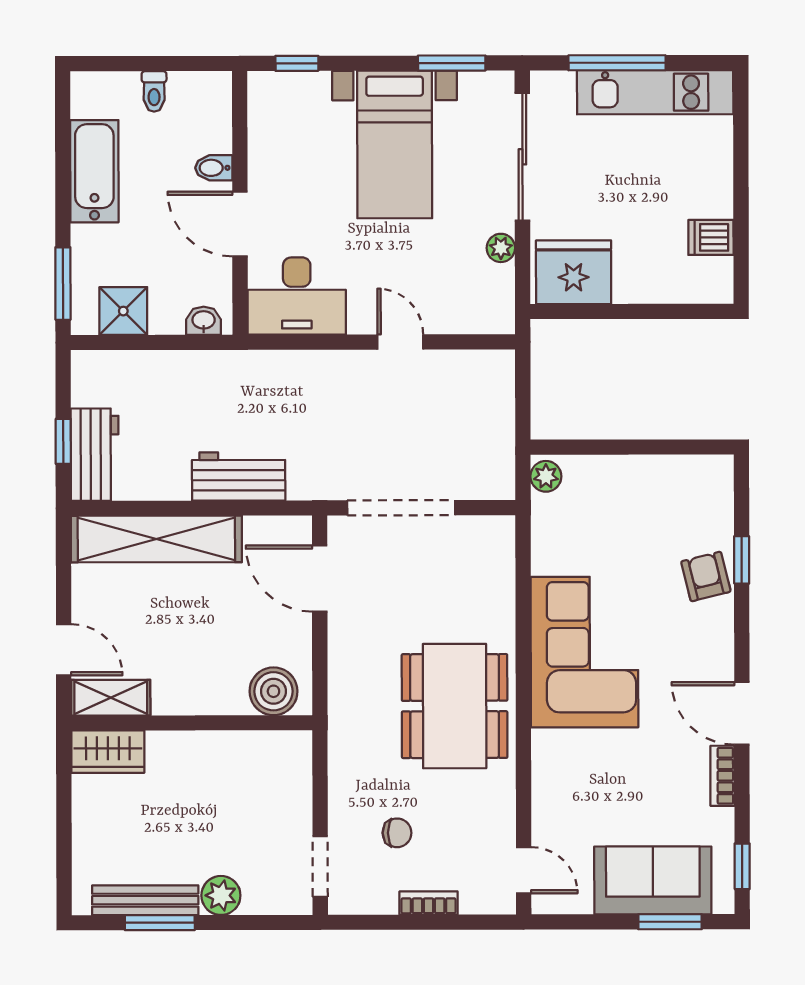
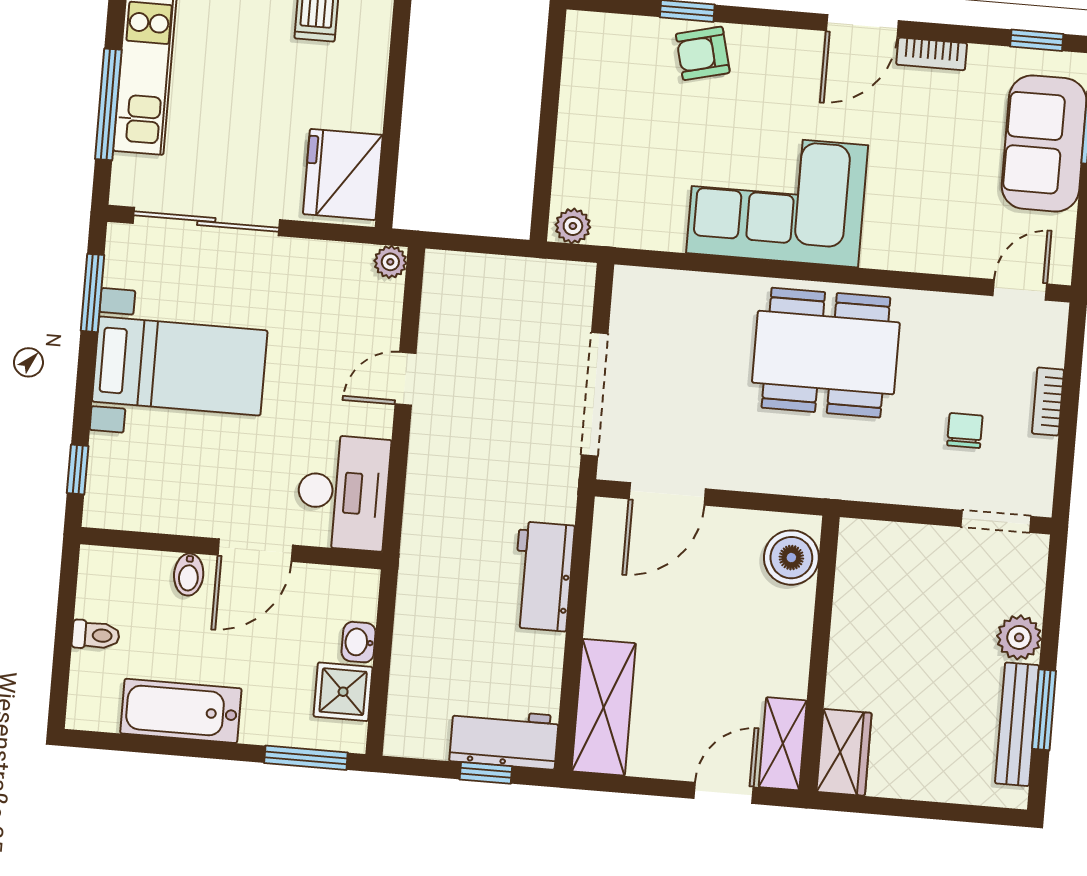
plant: (501, 248) -> (390, 262), moved
washbasin: (204, 321) -> (359, 642), moved
shelving: (156, 539) -> (604, 707), width x0.68

